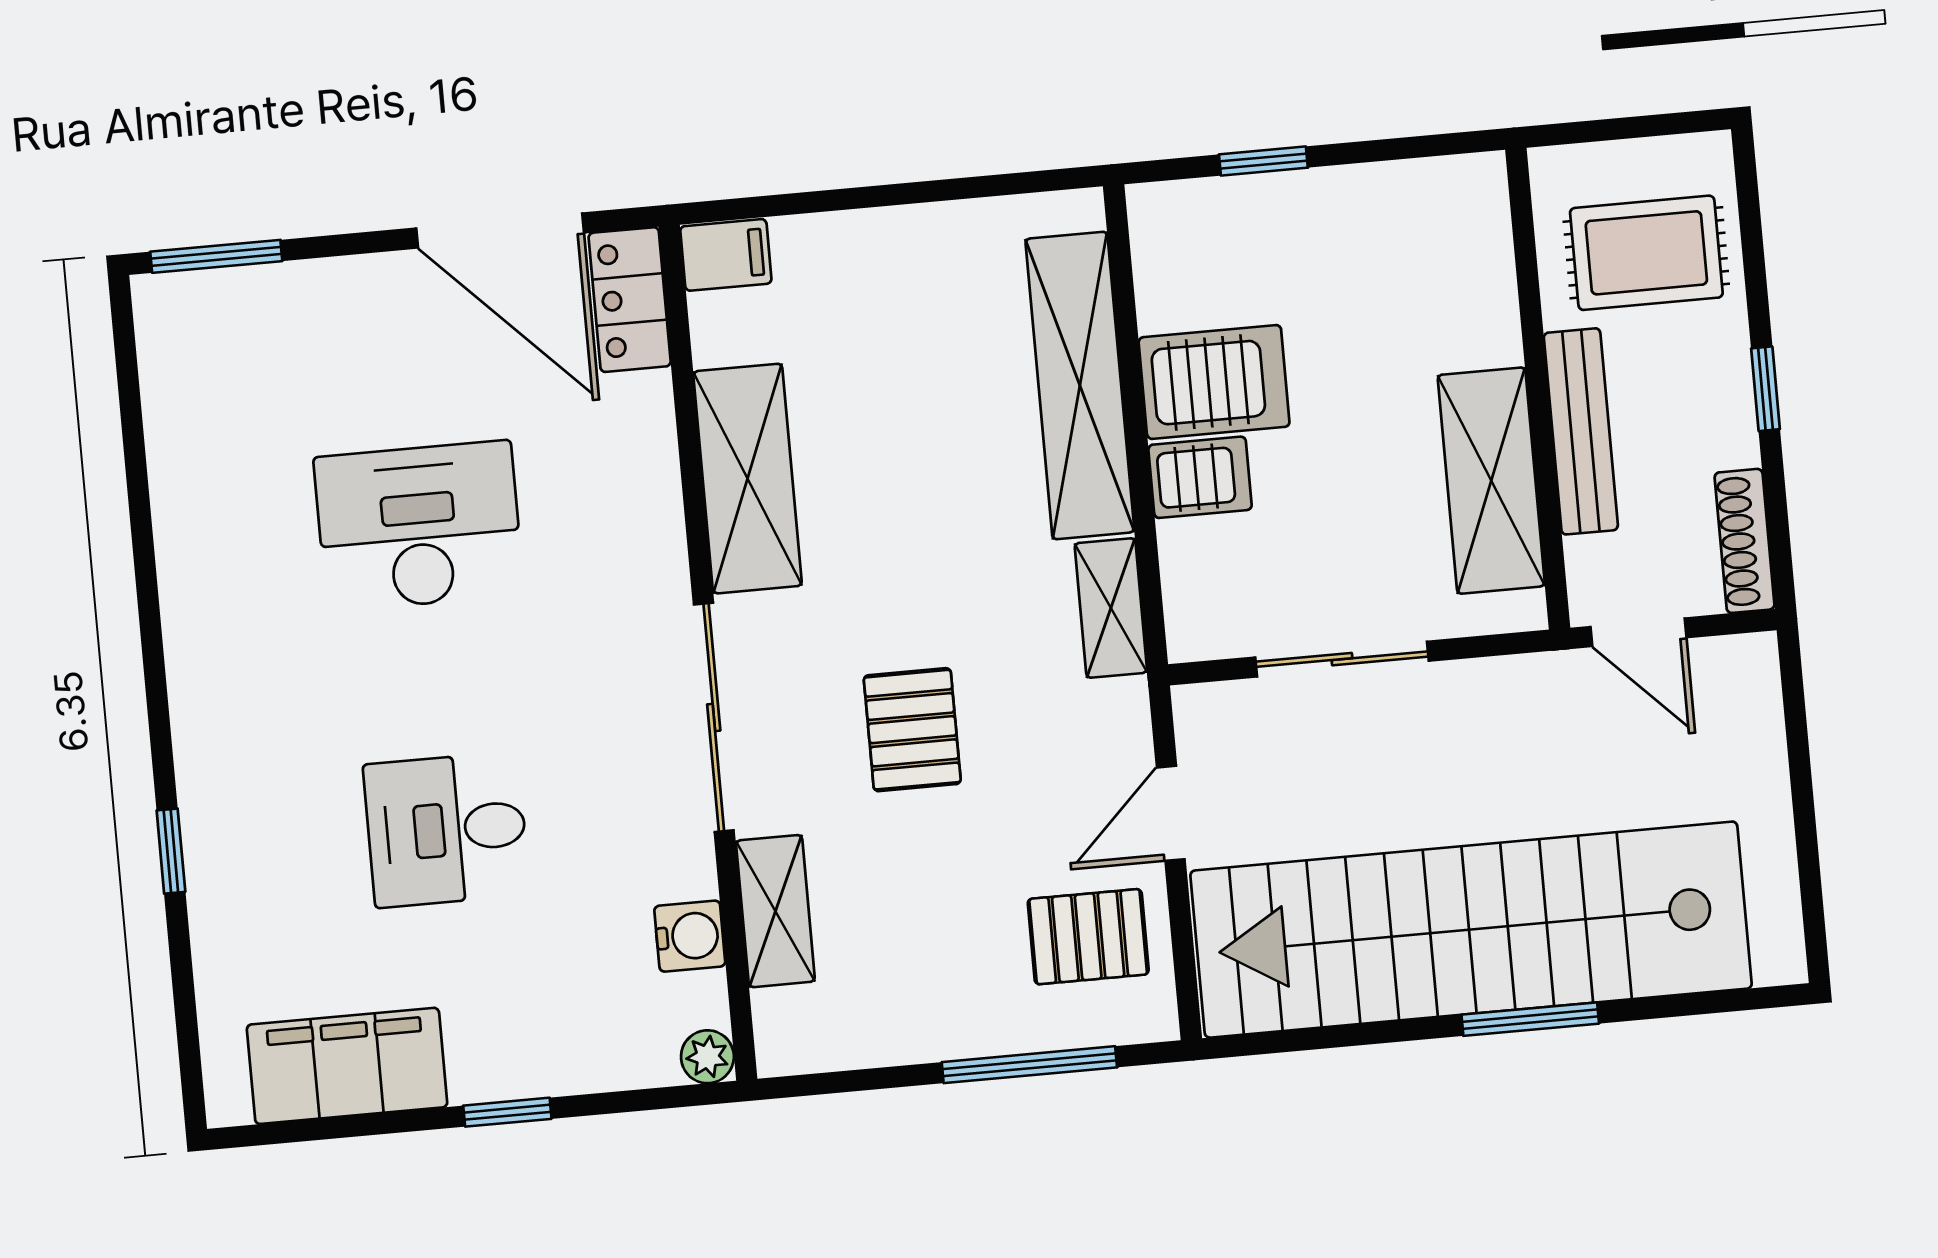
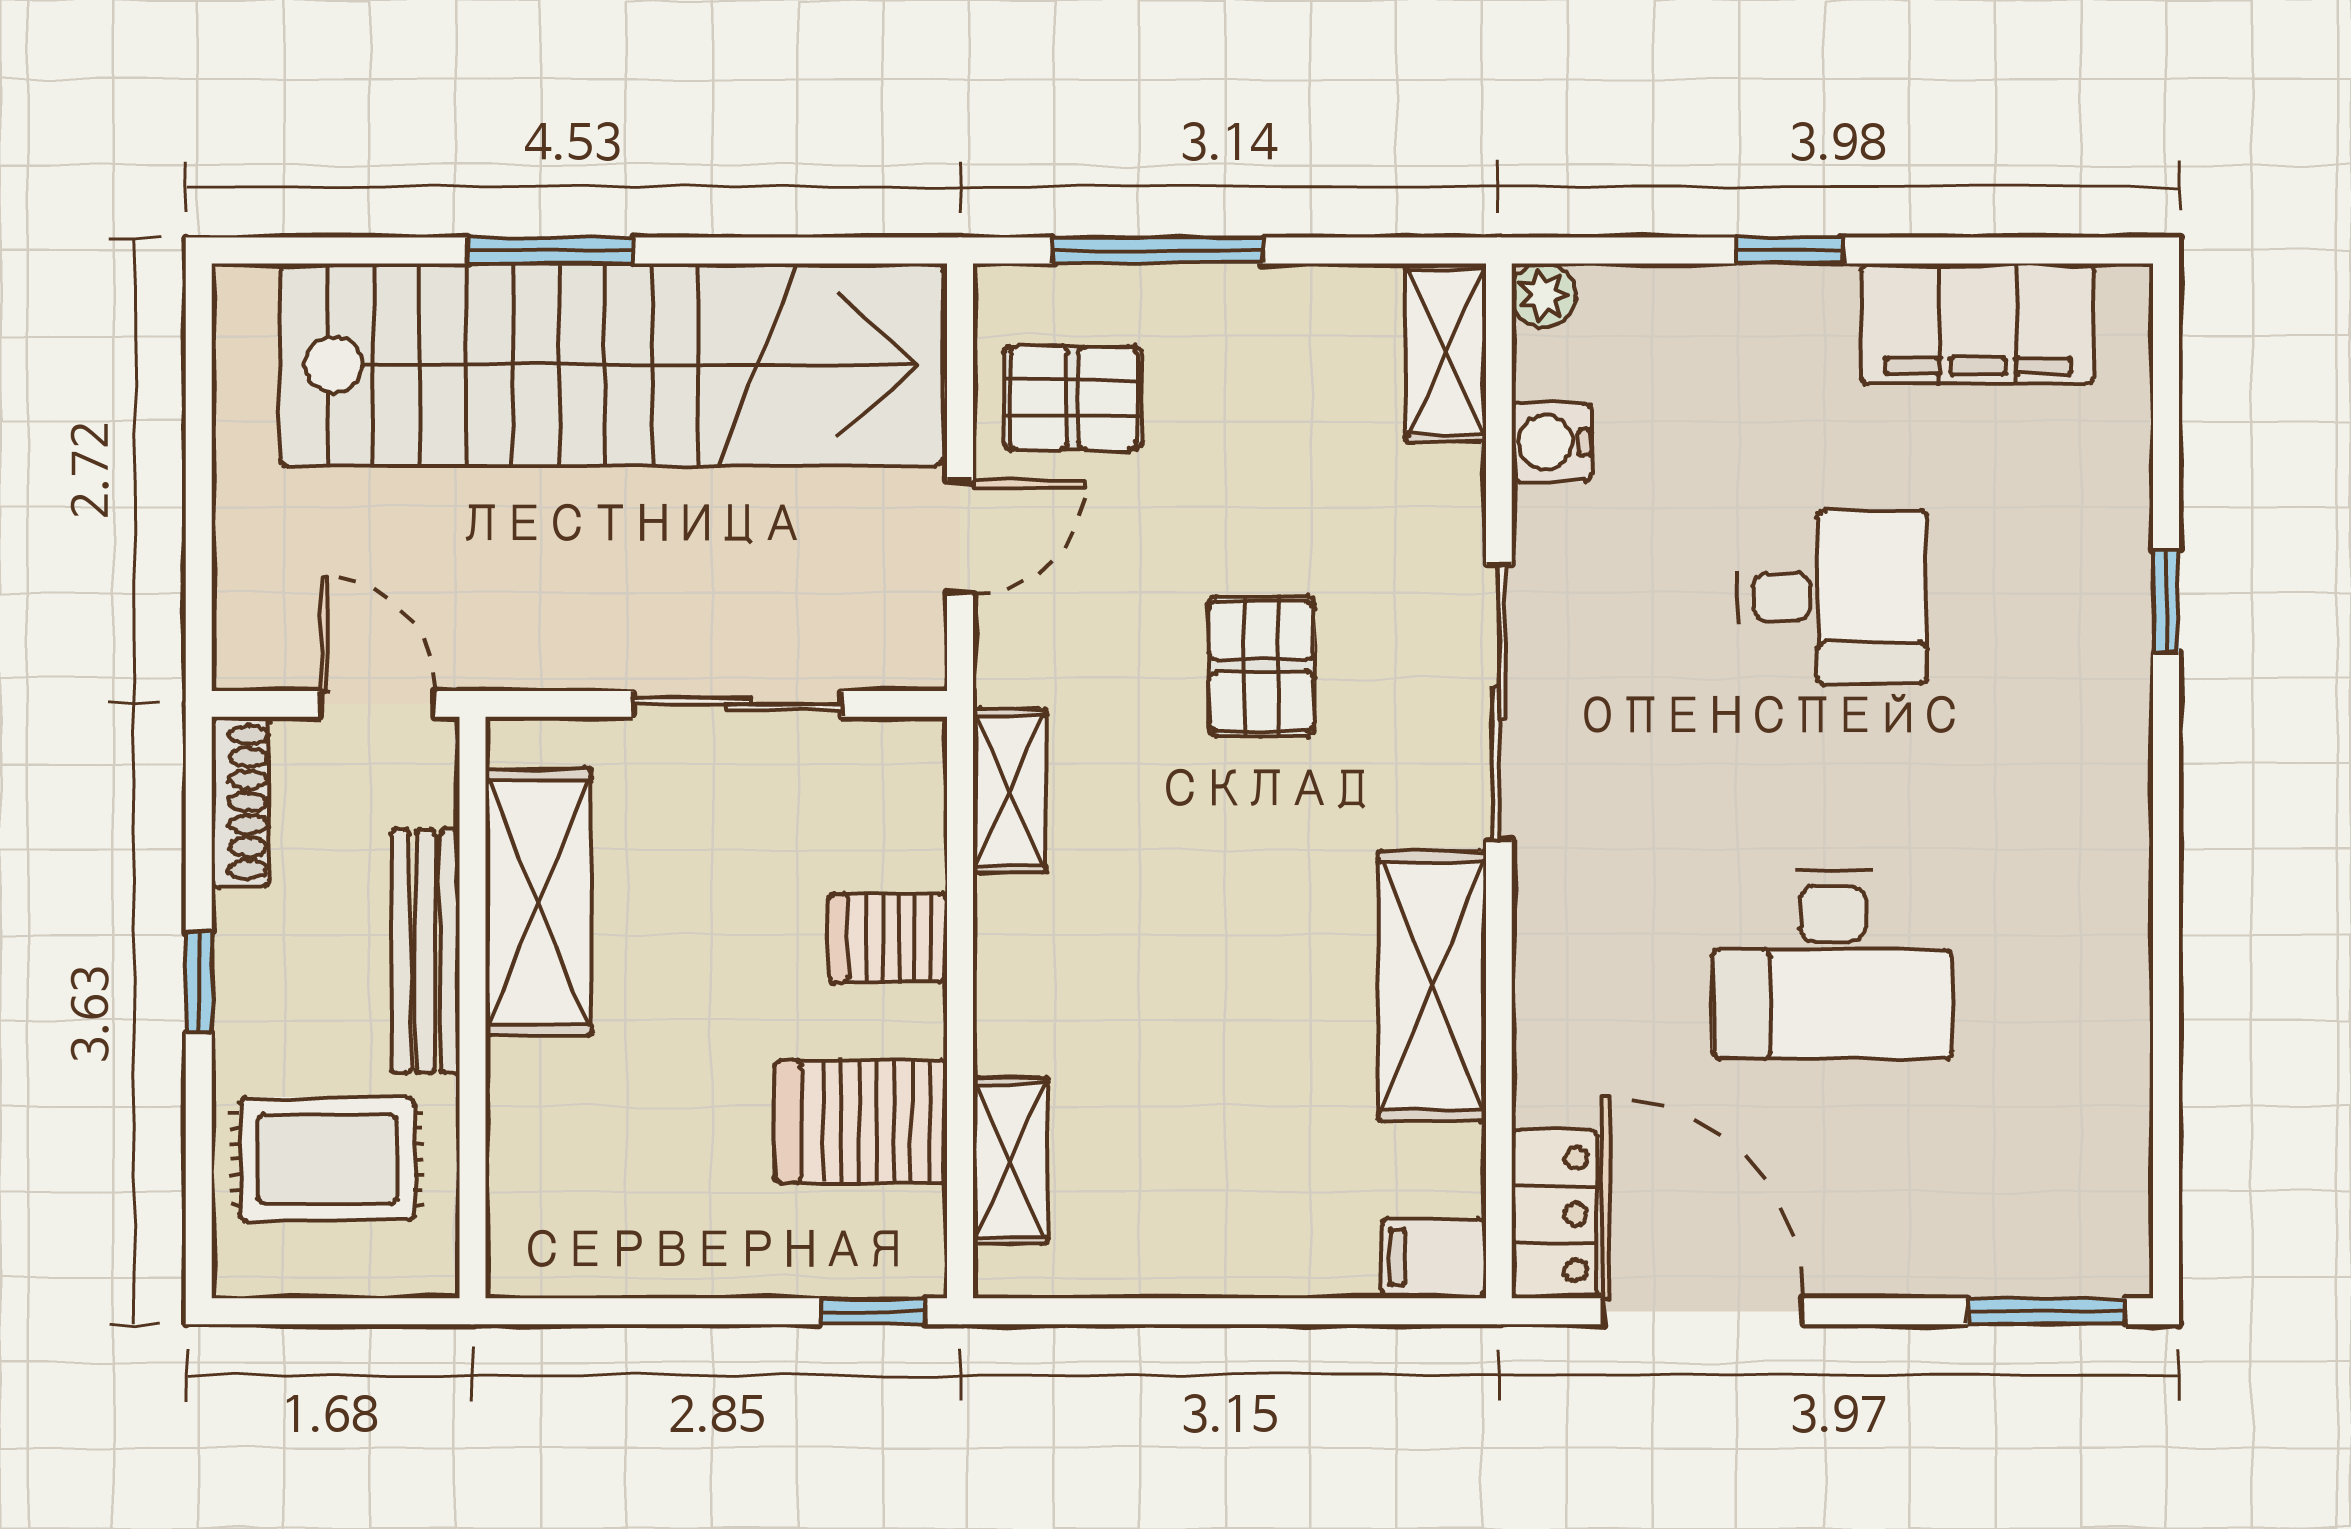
window: (1263, 161) -> (873, 1311), moved
server rack: (1214, 382) -> (861, 1121), moved
shelving: (1080, 385) -> (1010, 1161), width x0.45, depth x0.75
shelving: (775, 911) -> (1446, 352), moved

